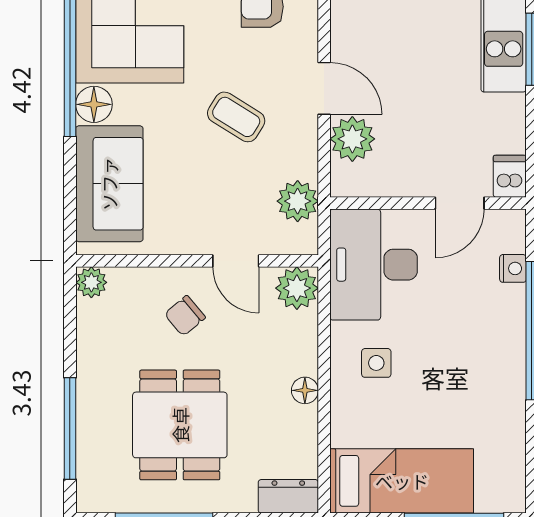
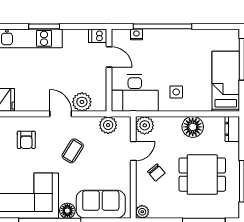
door: (324, 88) -> (61, 114), hinge flipped
floor lamp: (305, 390) -> (193, 127), width x1.89, depth x1.89

